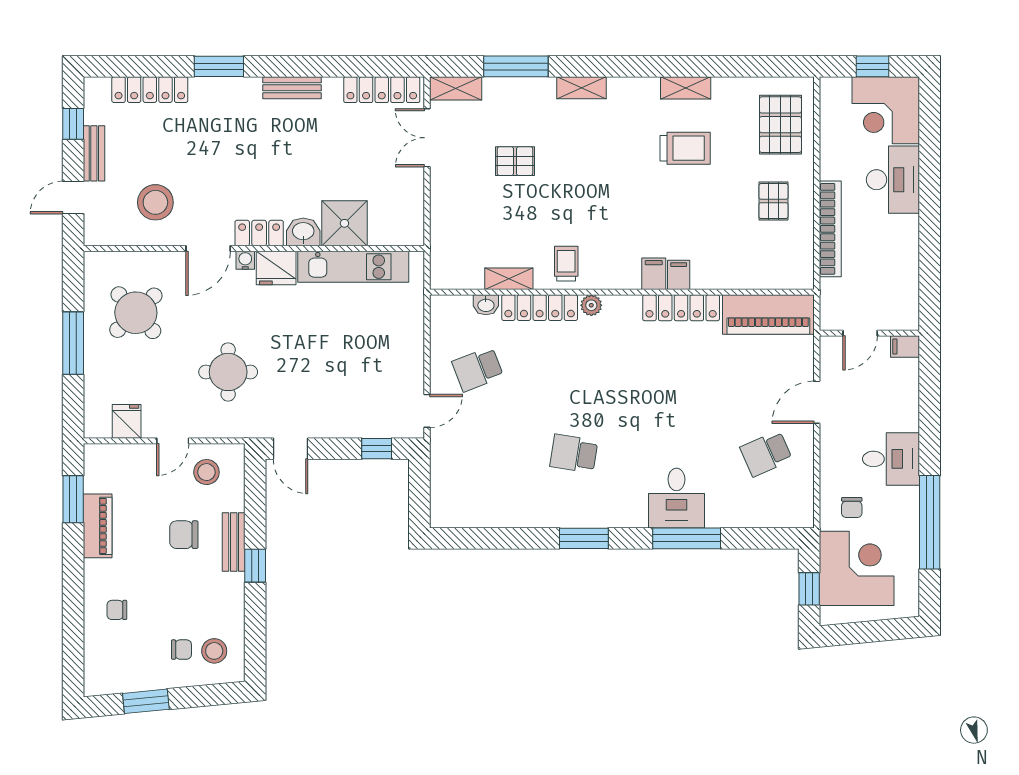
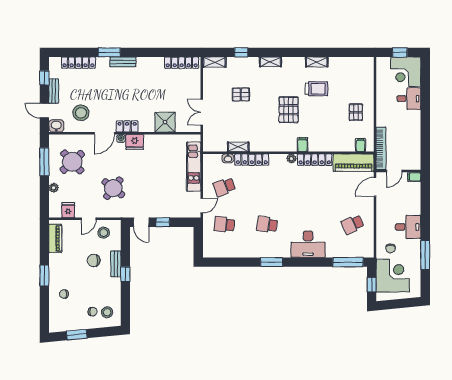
window: (516, 66) -> (241, 52), width x0.46
bench: (292, 88) -> (123, 62), moved
pallet: (780, 125) -> (289, 110), moved
double door: (427, 138) -> (202, 112), moved
desk: (893, 180) -> (409, 99), width x0.73
door: (73, 198) -> (44, 111), hinge flipped
bookcase: (830, 229) -> (381, 148), moved
washbasin: (303, 232) -> (56, 126), moved
trolley: (566, 264) -> (264, 140), removed
kitchen unit: (353, 267) -> (194, 167), moved, turned 90
filing cabinet: (679, 275) -> (361, 145), moved
plant: (591, 305) -> (291, 159), moved
window: (73, 343) -> (44, 162), moved
plant: (94, 371) -> (54, 188), added
round table: (228, 372) -> (113, 188), turned 38
door: (817, 402) -> (375, 187), moved
window: (377, 449) -> (163, 222), moved
school desk: (478, 454) -> (224, 224), added
desk: (676, 498) -> (308, 244), width x1.37
window: (73, 499) -> (44, 275), moved
window: (930, 522) -> (425, 255), width x0.68
piano: (98, 526) -> (55, 238), moved
window: (687, 538) -> (348, 262), moved

